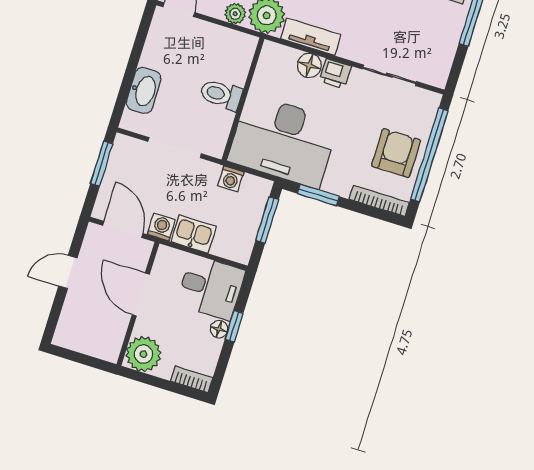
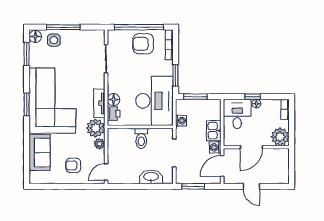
printer: (335, 74) -> (114, 114), moved

